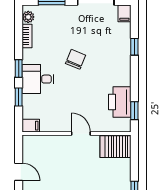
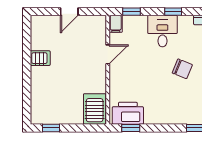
window: (19, 97) -> (131, 12), moved
printer: (120, 102) -> (128, 113), moved
door: (81, 133) -> (108, 54), moved

